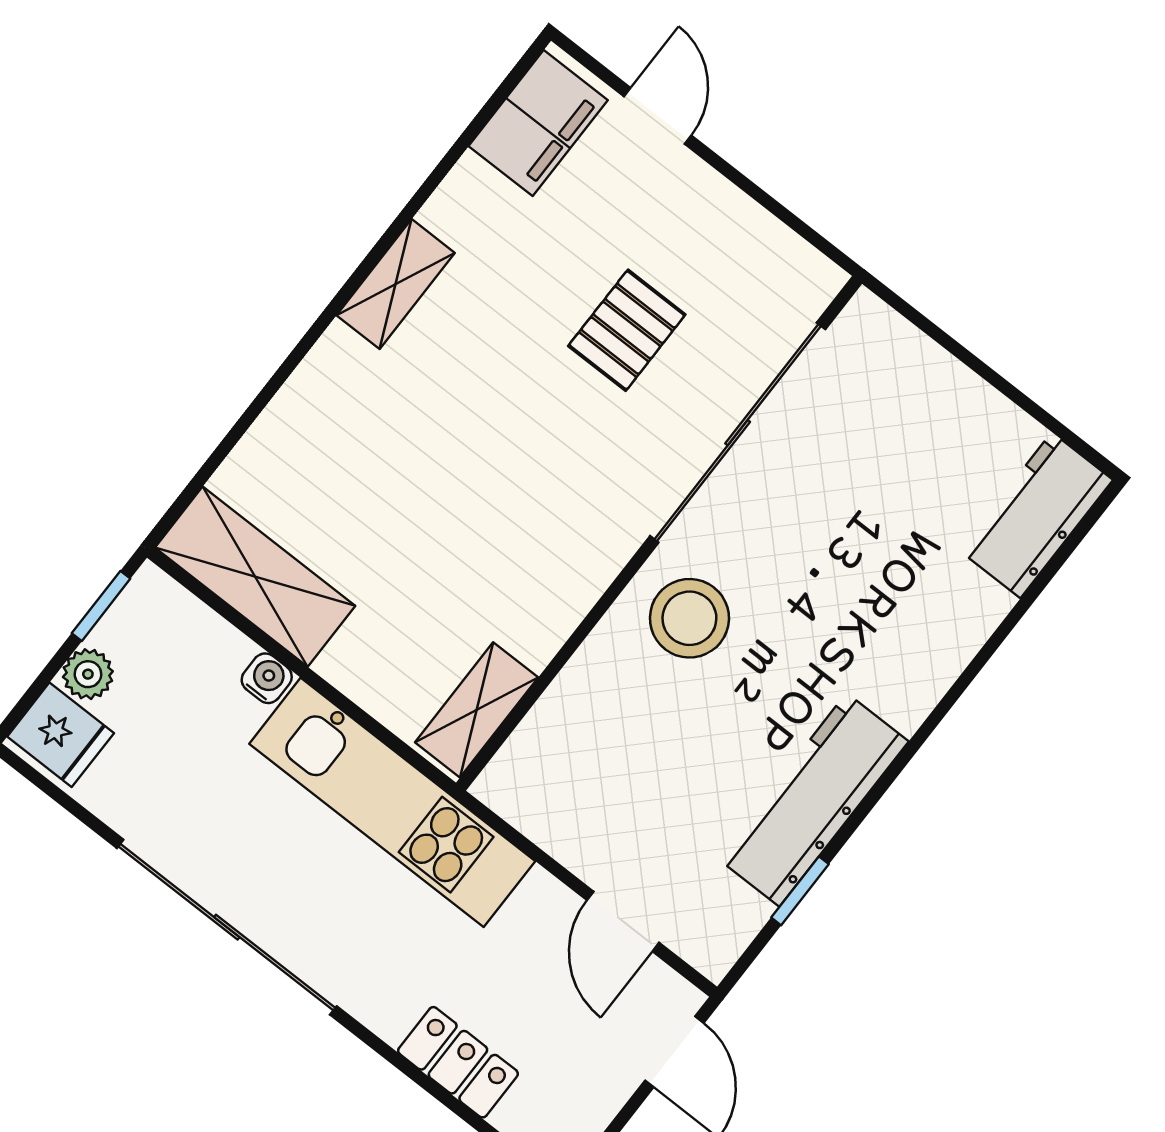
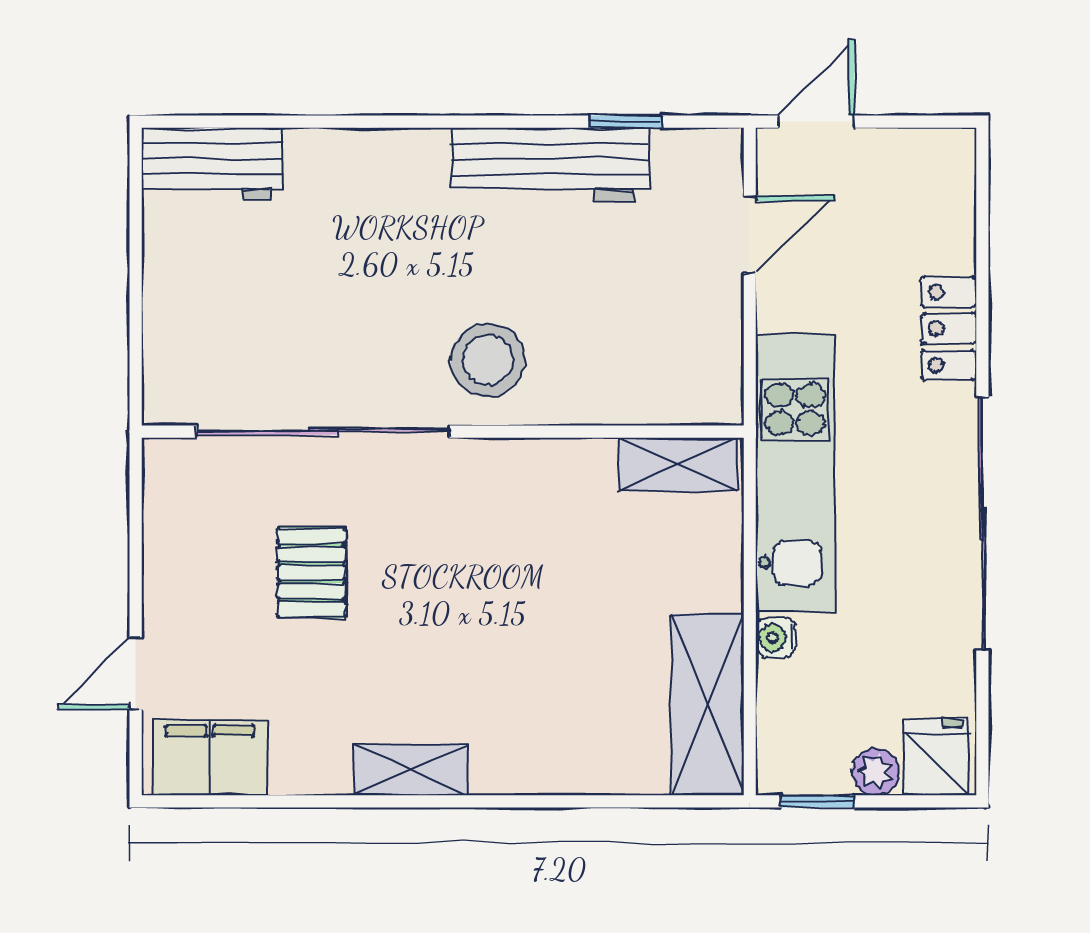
pallet: (627, 330) -> (311, 572), turned 90
locker: (458, 1062) -> (949, 328), moved

